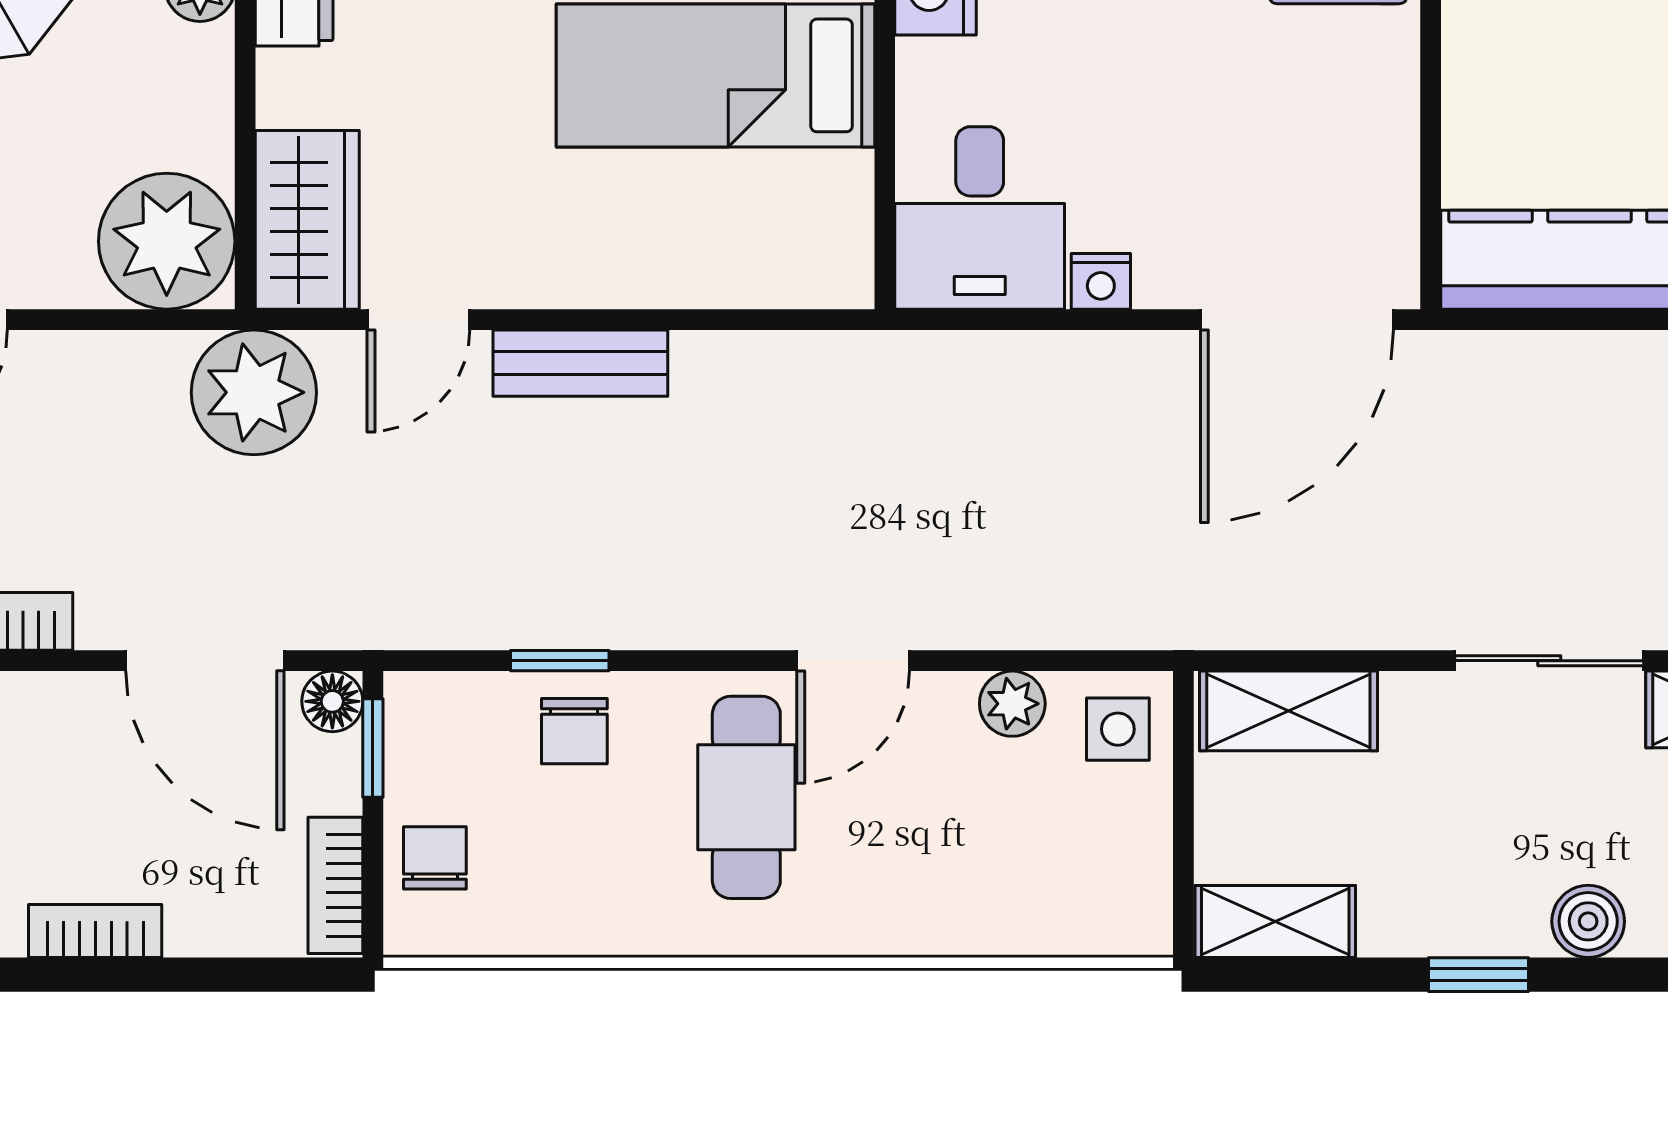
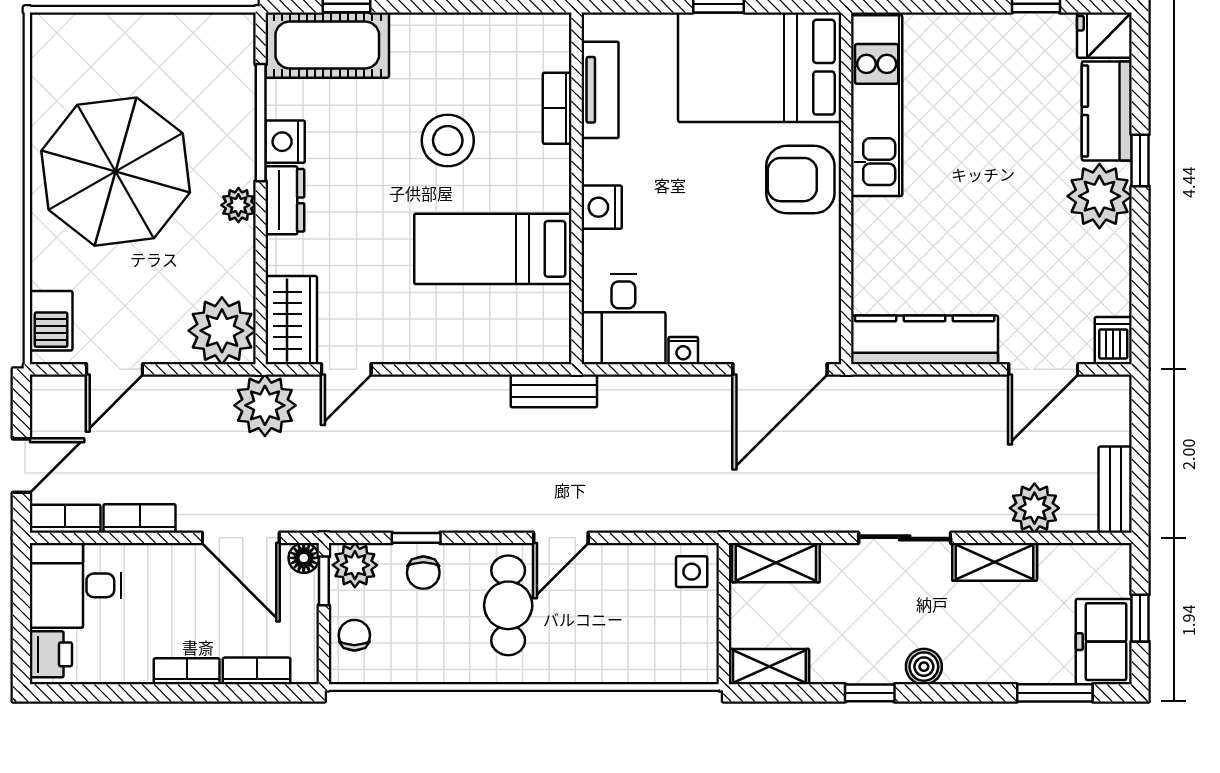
bench: (580, 363) -> (554, 391), moved
plant: (1012, 704) -> (355, 565), moved, width x1.38, depth x1.38
bookcase: (335, 885) -> (257, 671), moved, turned 90

